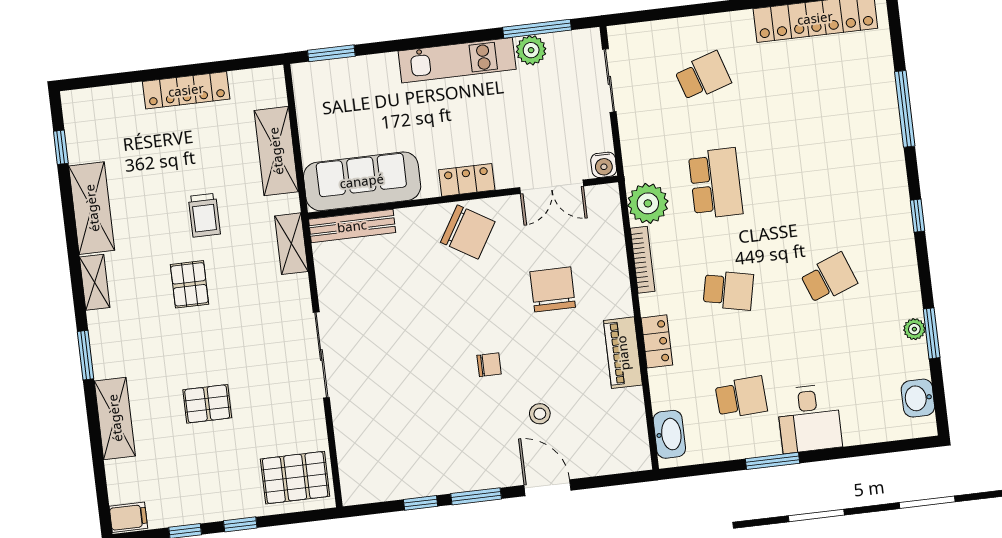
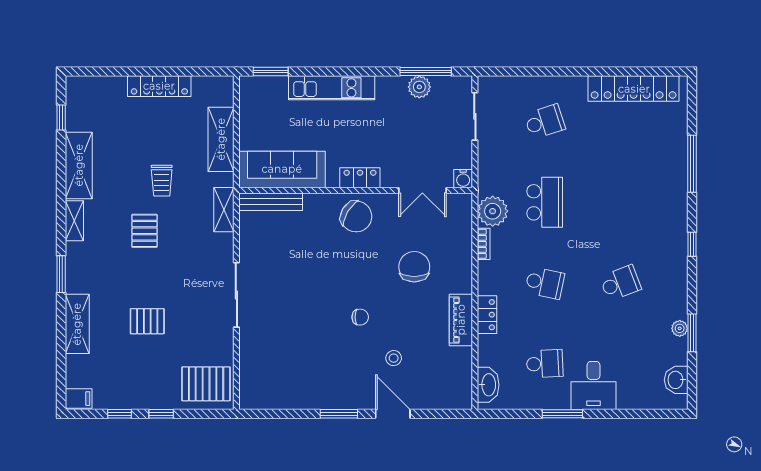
kitchen unit: (457, 60) -> (332, 88), moved
bookcase: (643, 260) -> (484, 244), width x0.64
window: (421, 503) -> (297, 414), removed

